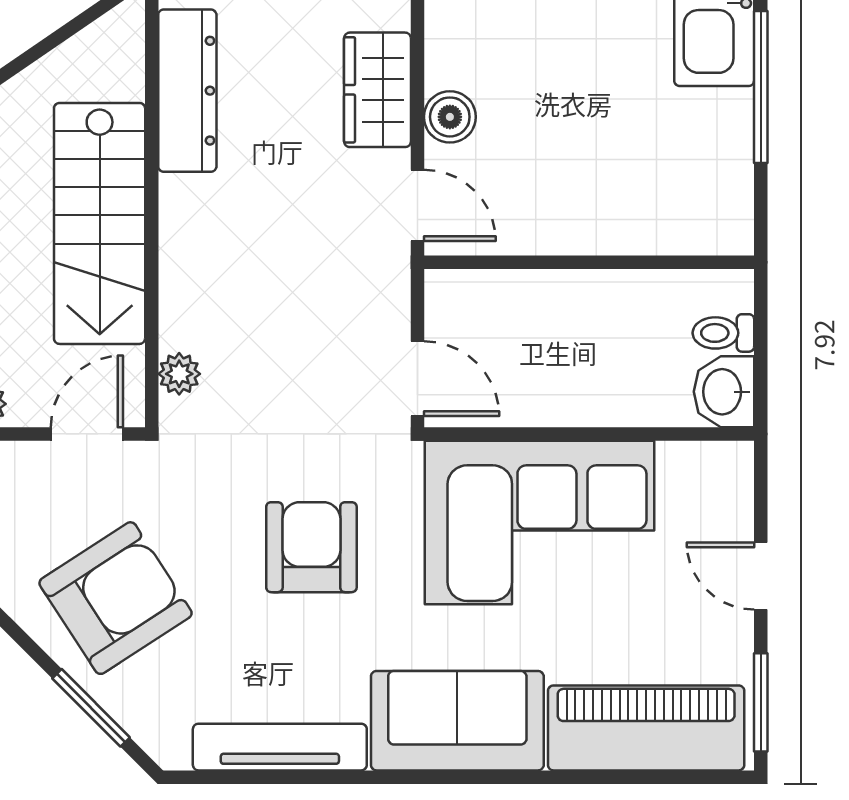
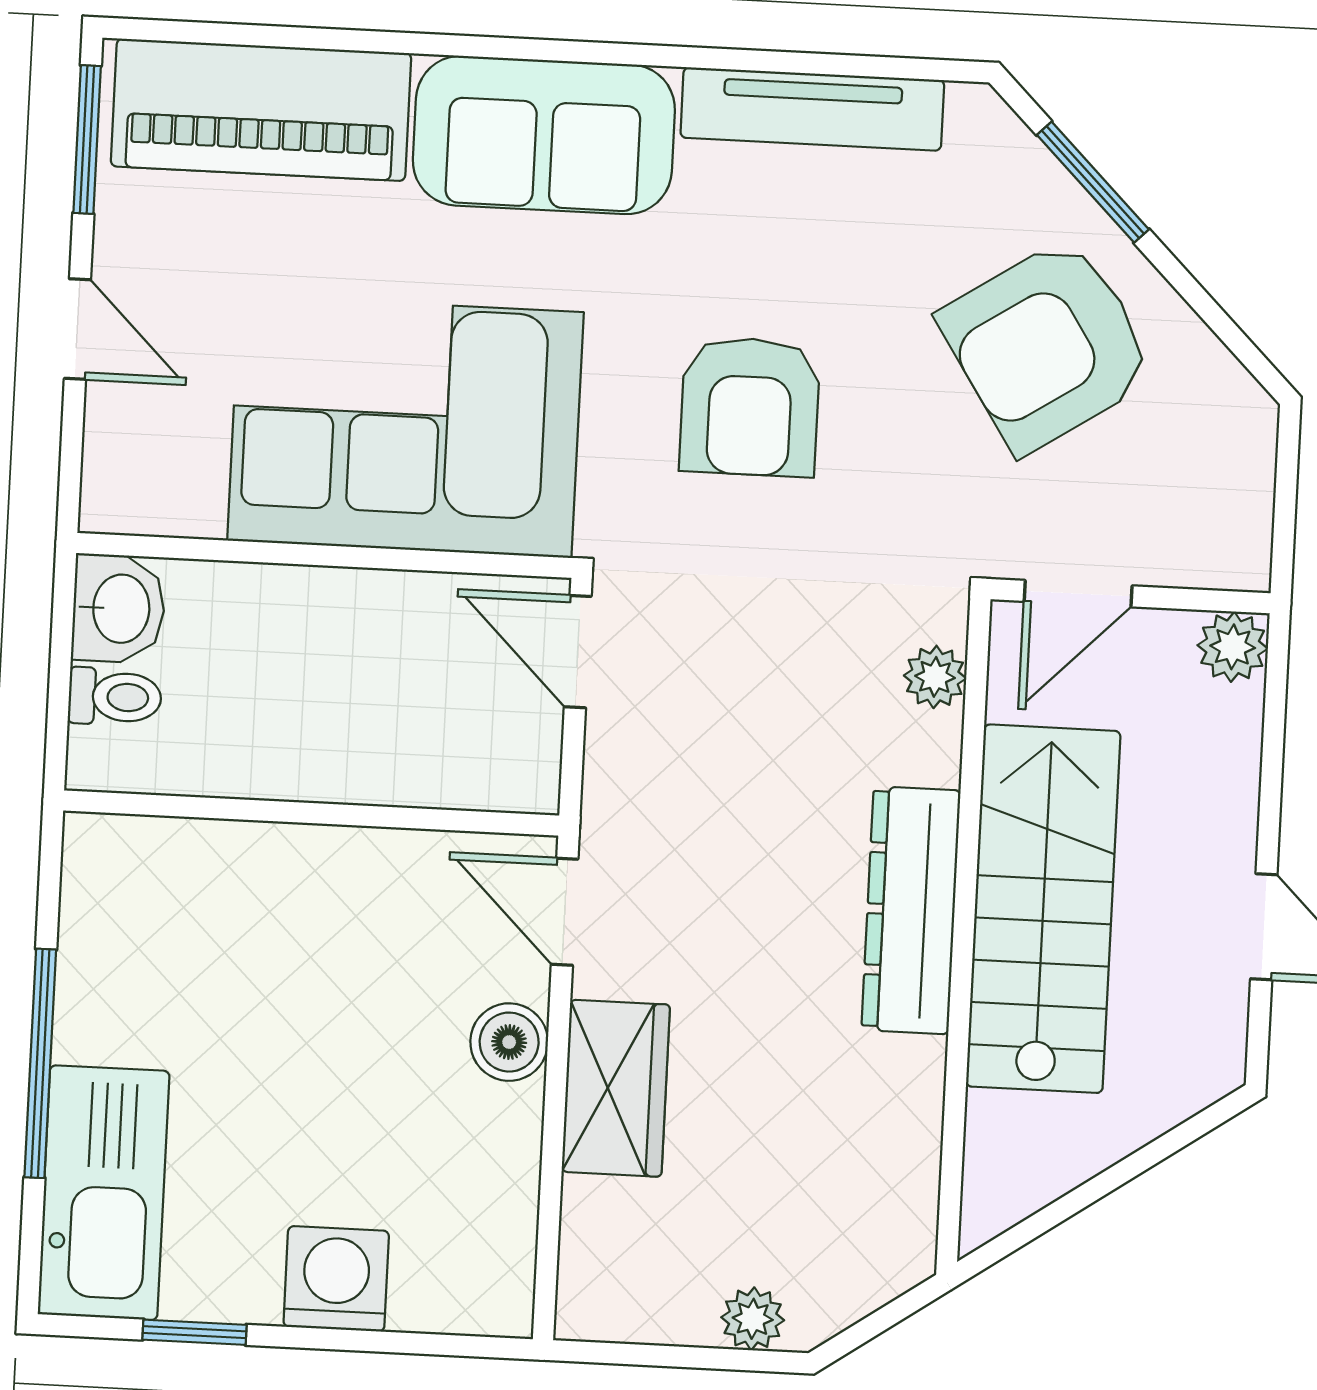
dresser: (187, 91) -> (911, 910), moved

